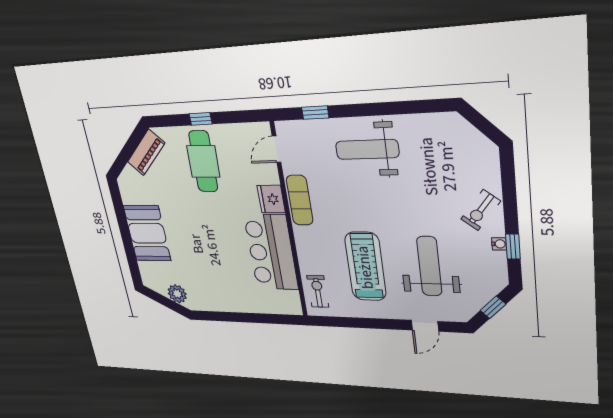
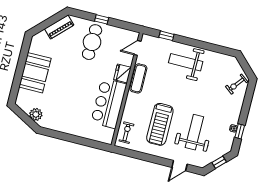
exercise bike: (481, 210) -> (237, 84), moved
treadmill: (365, 267) -> (160, 124), turned 180

